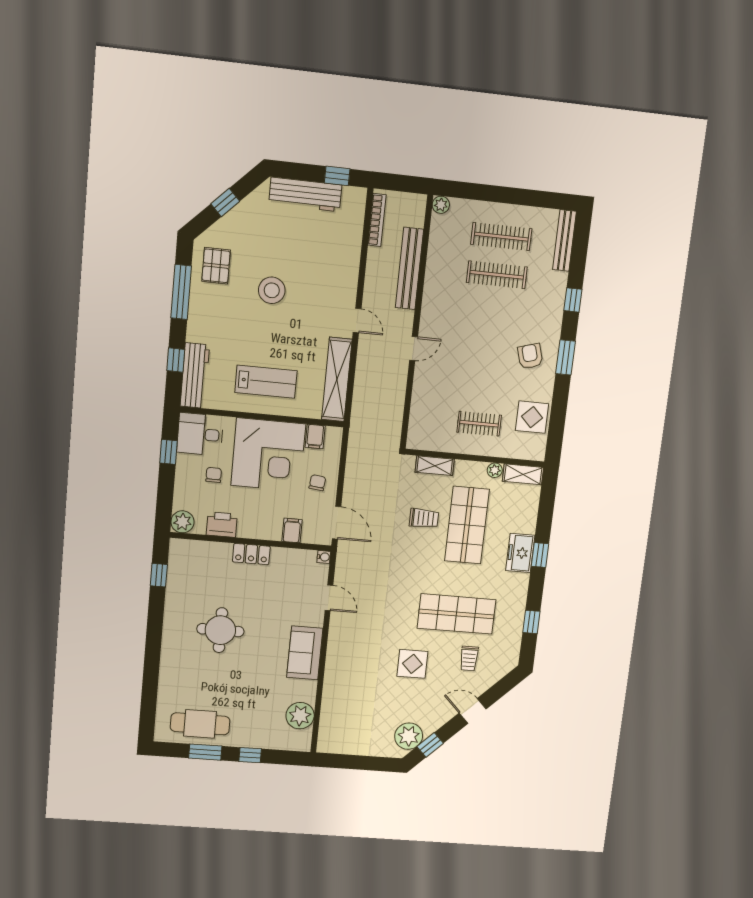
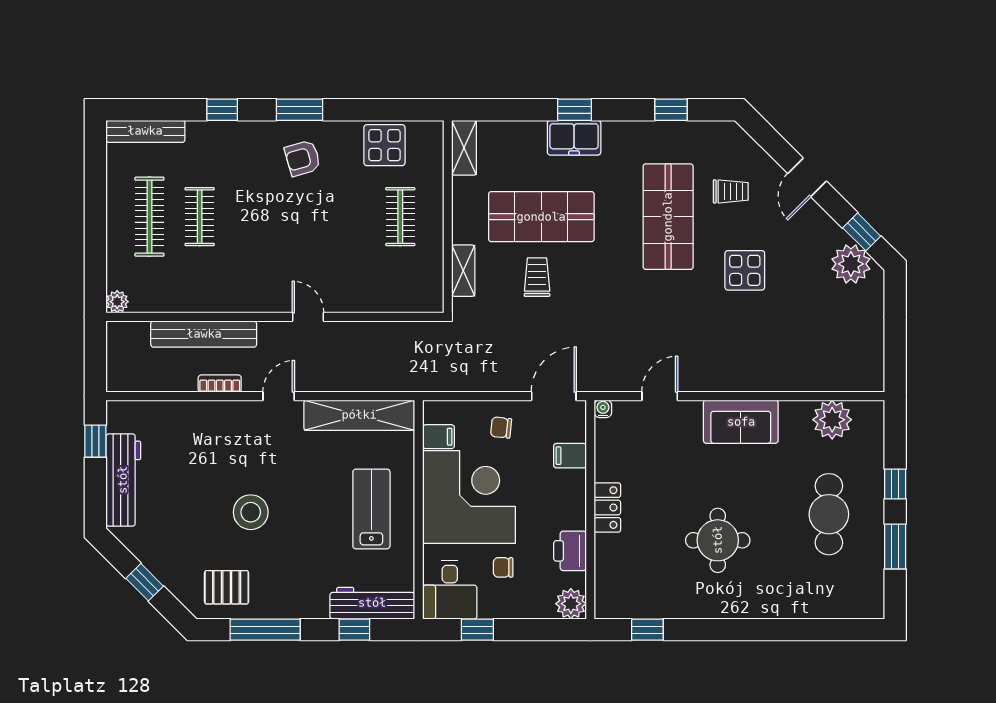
bookcase: (377, 220) -> (220, 384), moved, width x0.64
clothes rail: (497, 275) -> (200, 217), width x0.73
plant: (495, 470) -> (462, 188), removed
cafe table: (200, 724) -> (829, 514), moved

